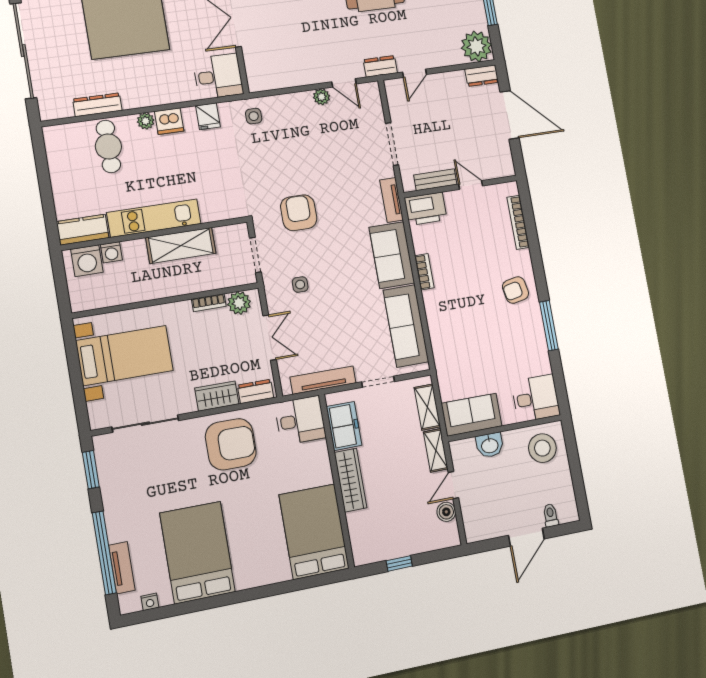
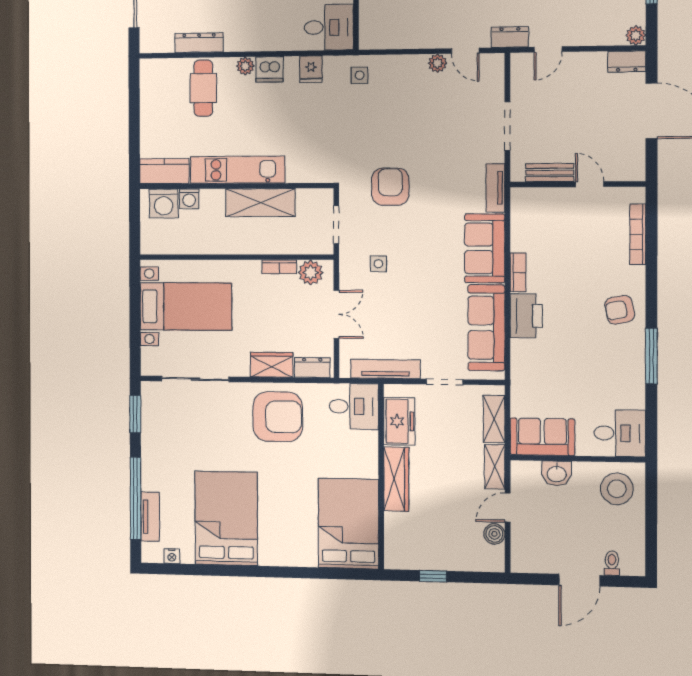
plant: (476, 46) -> (636, 35), width x0.53, depth x0.53
printer: (426, 209) -> (526, 316), moved, turned -90

